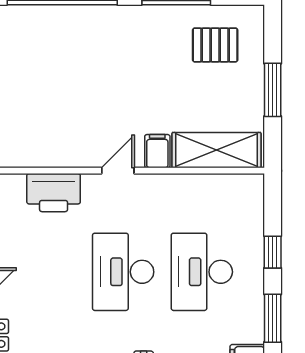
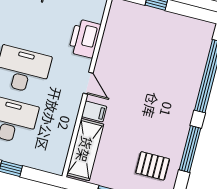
pallet: (215, 45) -> (153, 166), turned 90

